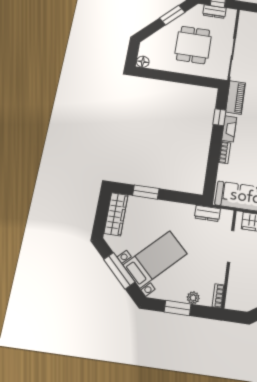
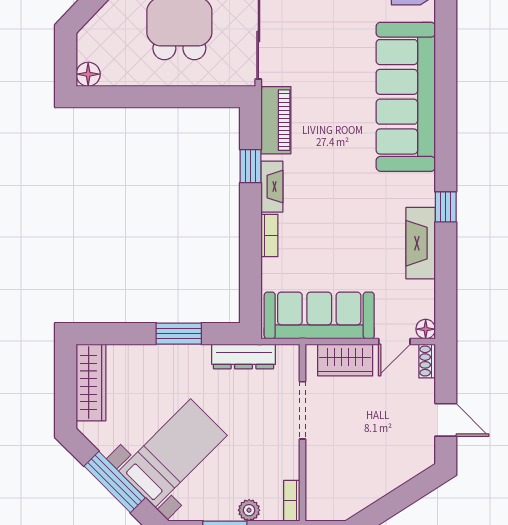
window: (146, 192) -> (179, 334), moved
dresser: (207, 213) -> (244, 356), width x1.44

